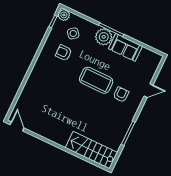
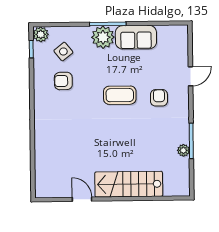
coffee table: (96, 80) -> (120, 95), width x0.73, depth x0.76
door: (17, 126) -> (82, 199), moved
plant: (120, 137) -> (183, 150), added
stairs: (91, 150) -> (129, 184), moved

